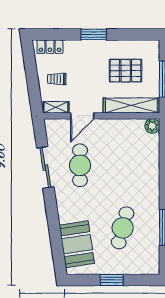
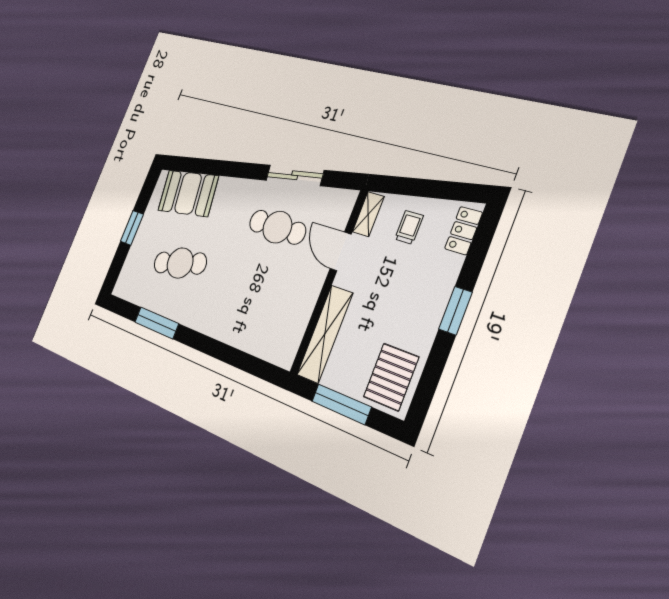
pallet: (126, 71) -> (391, 377), moved
plant: (152, 126) -> (285, 356), removed
cafe table: (123, 228) -> (180, 263), turned -30

